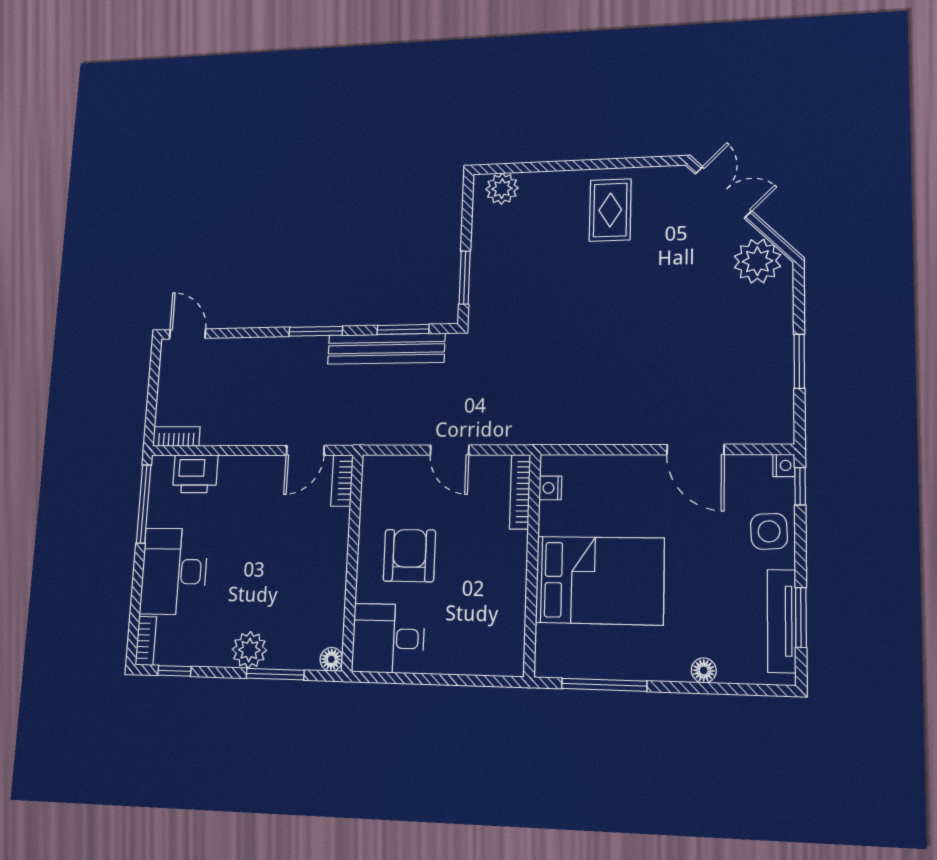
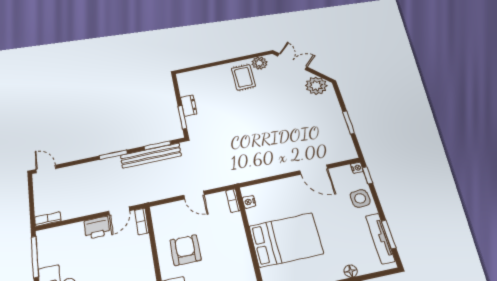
plant: (502, 189) -> (259, 63), moved
dresser: (483, 253) -> (189, 106), added
printer: (195, 474) -> (97, 228), moved
bookcase: (520, 492) -> (233, 201), width x0.64

